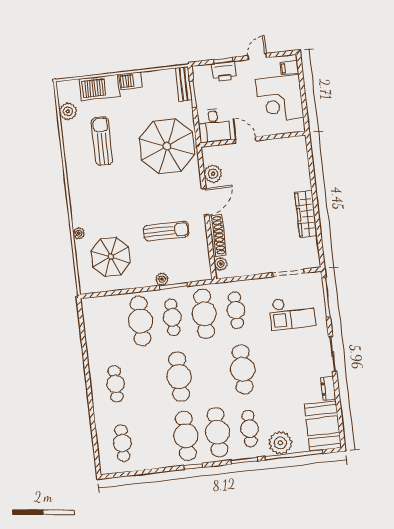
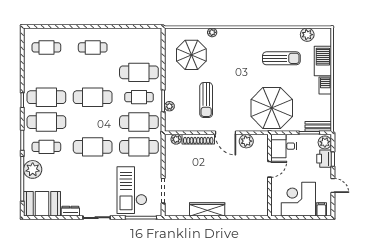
plant: (203, 73) -> (325, 142), added
plant: (162, 279) -> (169, 106), moved
cafe table: (236, 310) -> (139, 147), width x1.37, depth x1.35
checkout: (292, 313) -> (132, 190), width x1.36, depth x1.21

